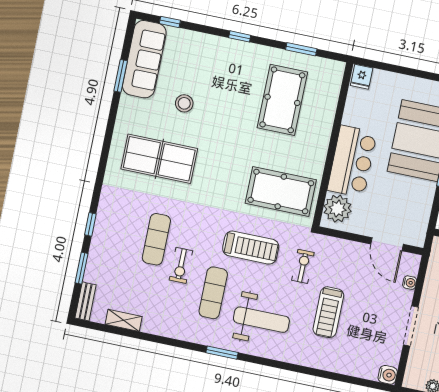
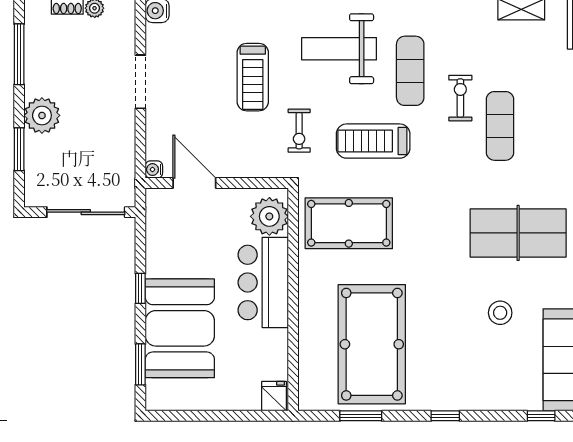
pool table: (282, 100) -> (372, 344), width x1.36, depth x1.32
water cooler: (410, 283) -> (154, 170), moved
treadmill: (328, 312) -> (253, 77), turned 180

